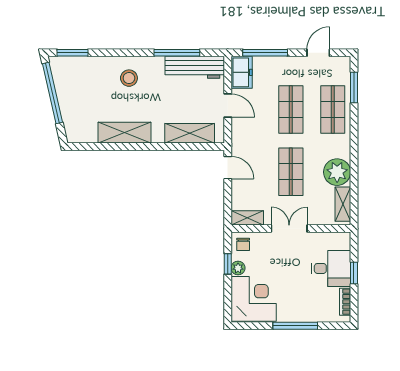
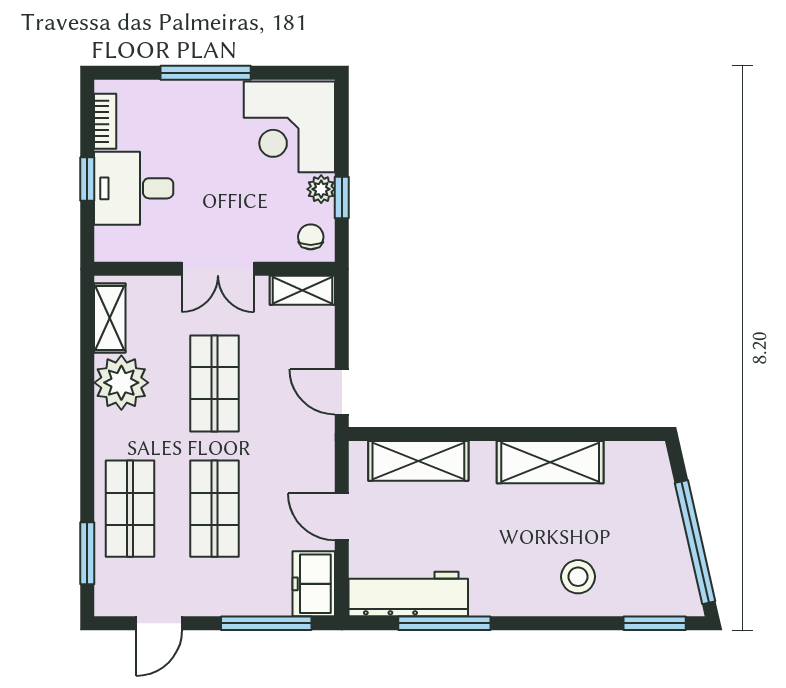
stool: (129, 78) -> (578, 577), moved

